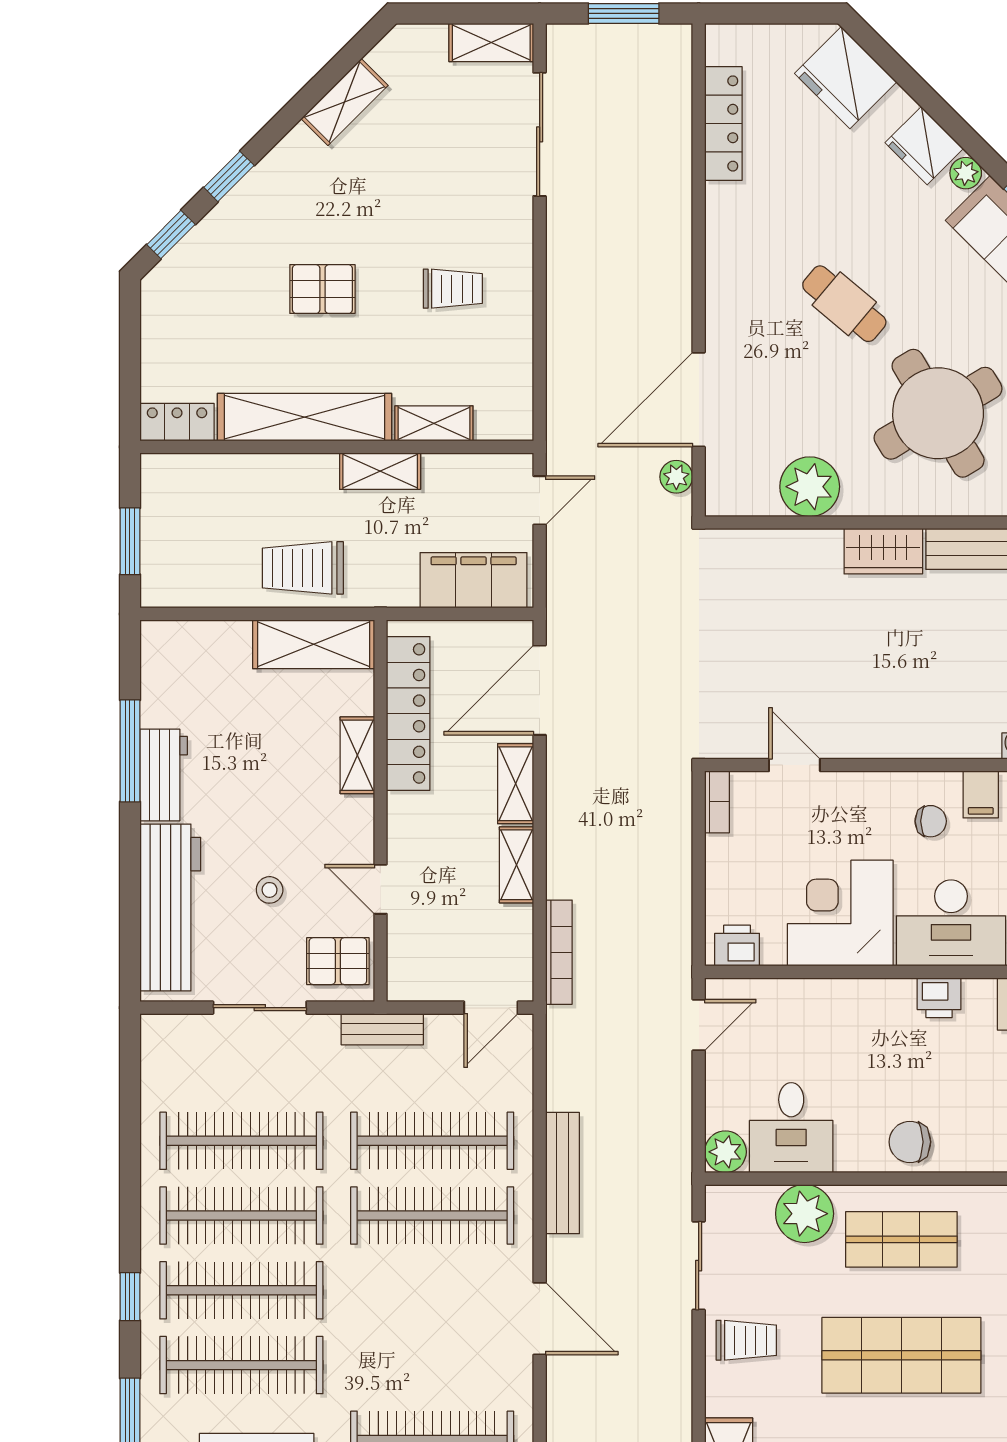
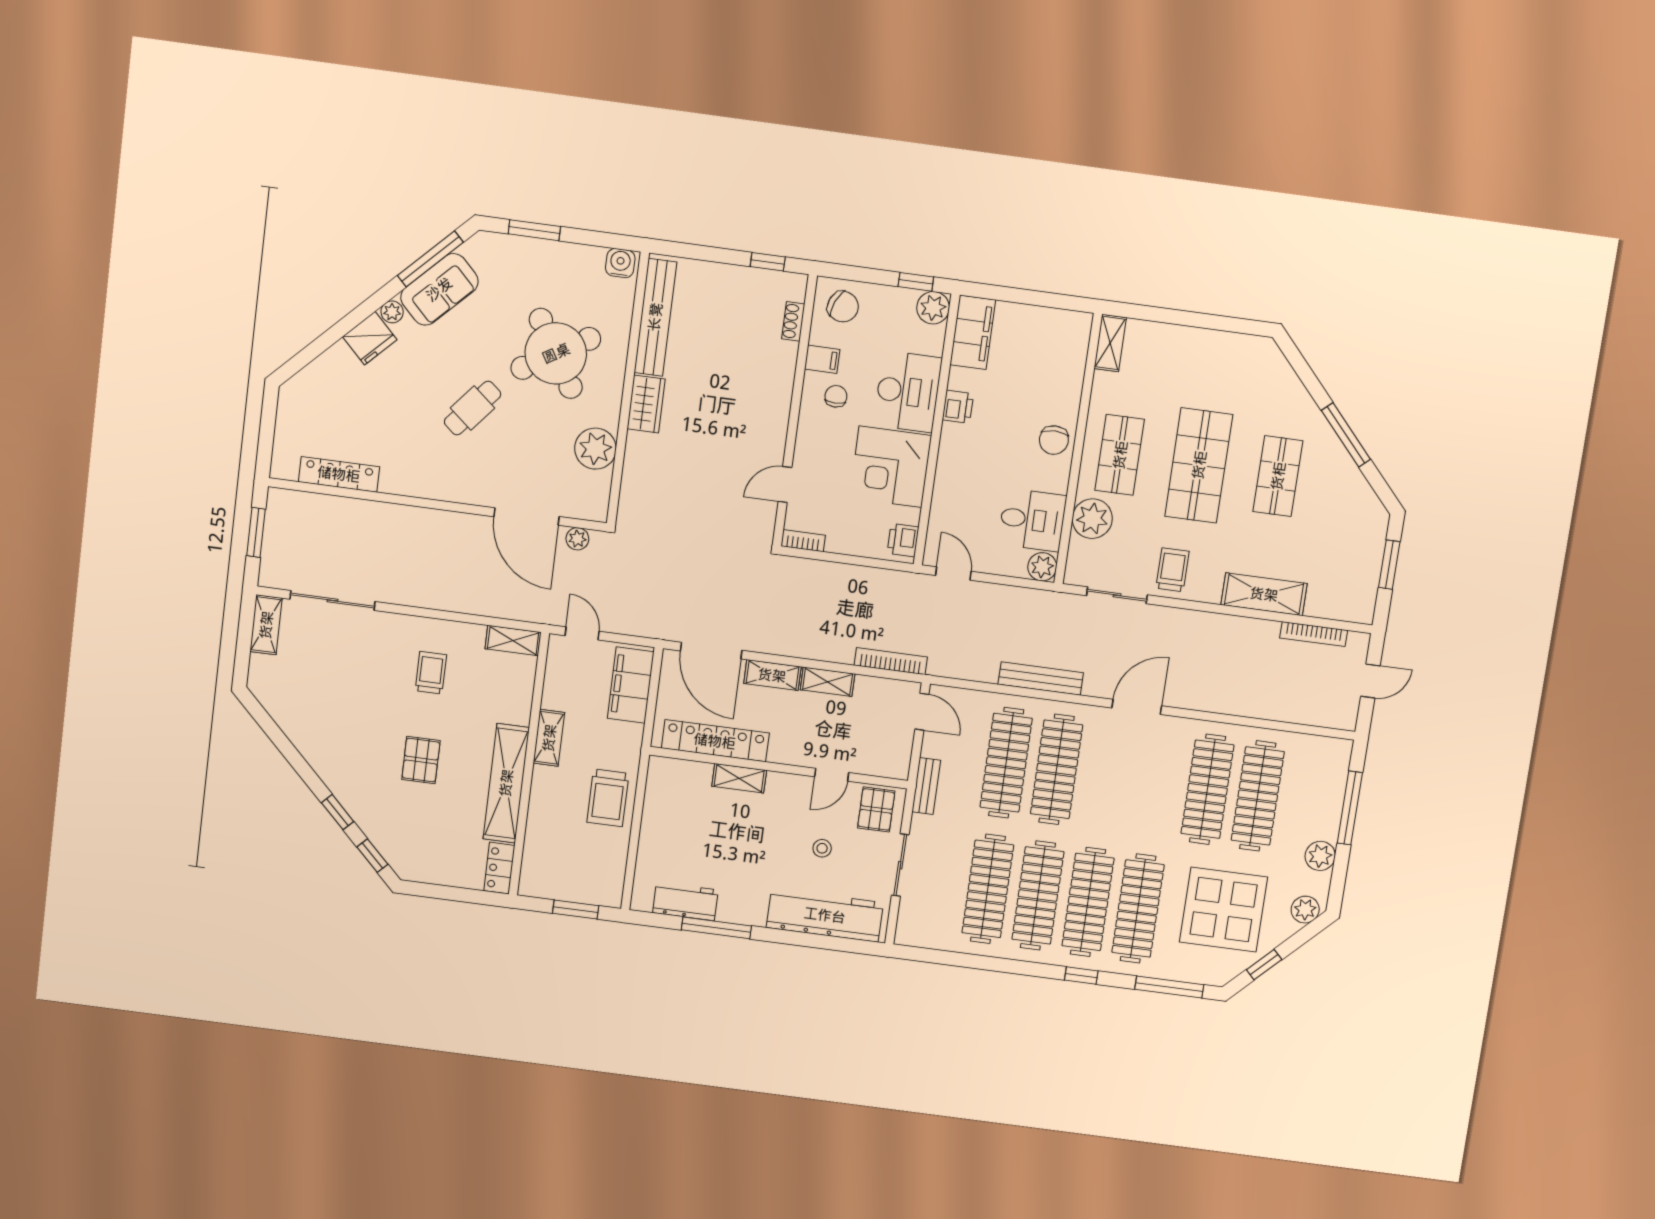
fridge: (846, 78) -> (317, 386), removed
shelving: (345, 102) -> (296, 729), removed
shelving: (434, 423) -> (513, 640), moved, turned 90
shelving: (314, 644) -> (660, 797), removed
workbench: (164, 775) -> (685, 901), moved

